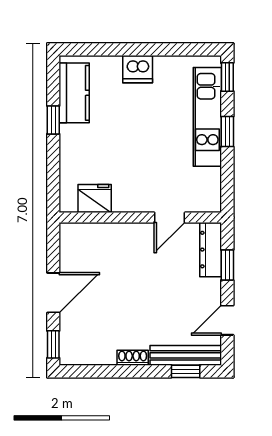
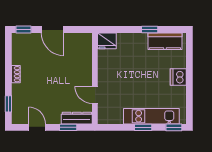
fridge: (95, 199) -> (107, 41), moved, turned 90
bench: (186, 355) -> (17, 104), removed

